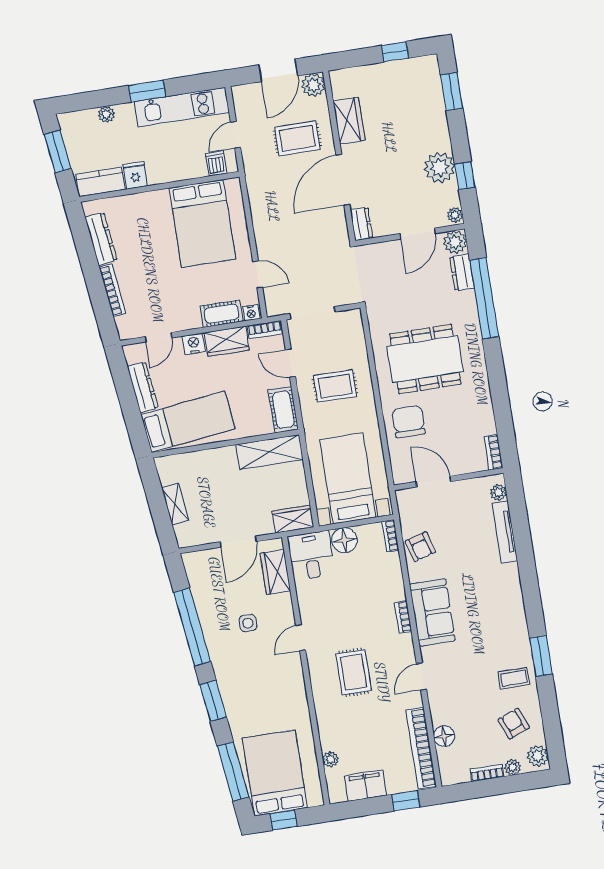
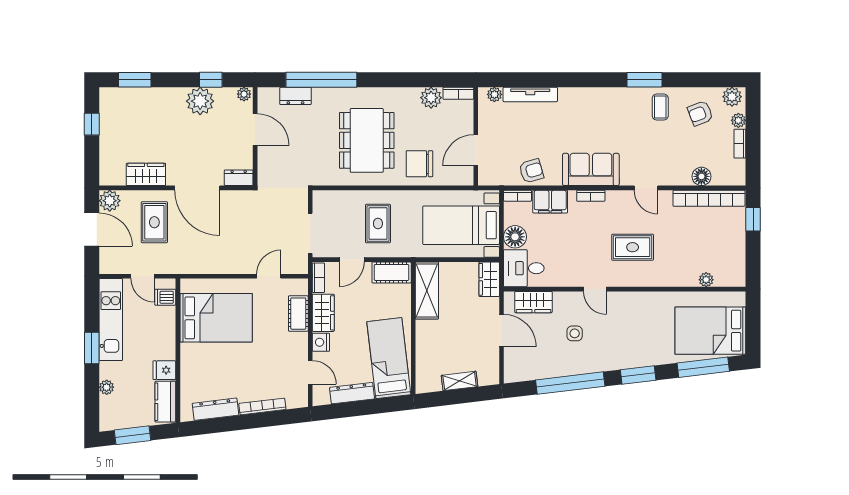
plant: (455, 242) -> (431, 98), moved
nightstand: (251, 313) -> (302, 287), removed
filing cabinet: (365, 786) -> (550, 202), moved, turned -90
window: (284, 820) -> (753, 329), removed

